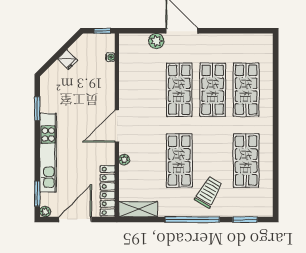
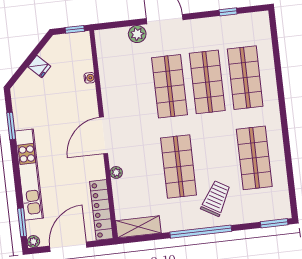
window: (238, 31) -> (228, 12), added
water cooler: (110, 57) -> (90, 78), moved
window: (245, 220) -> (274, 223), moved

